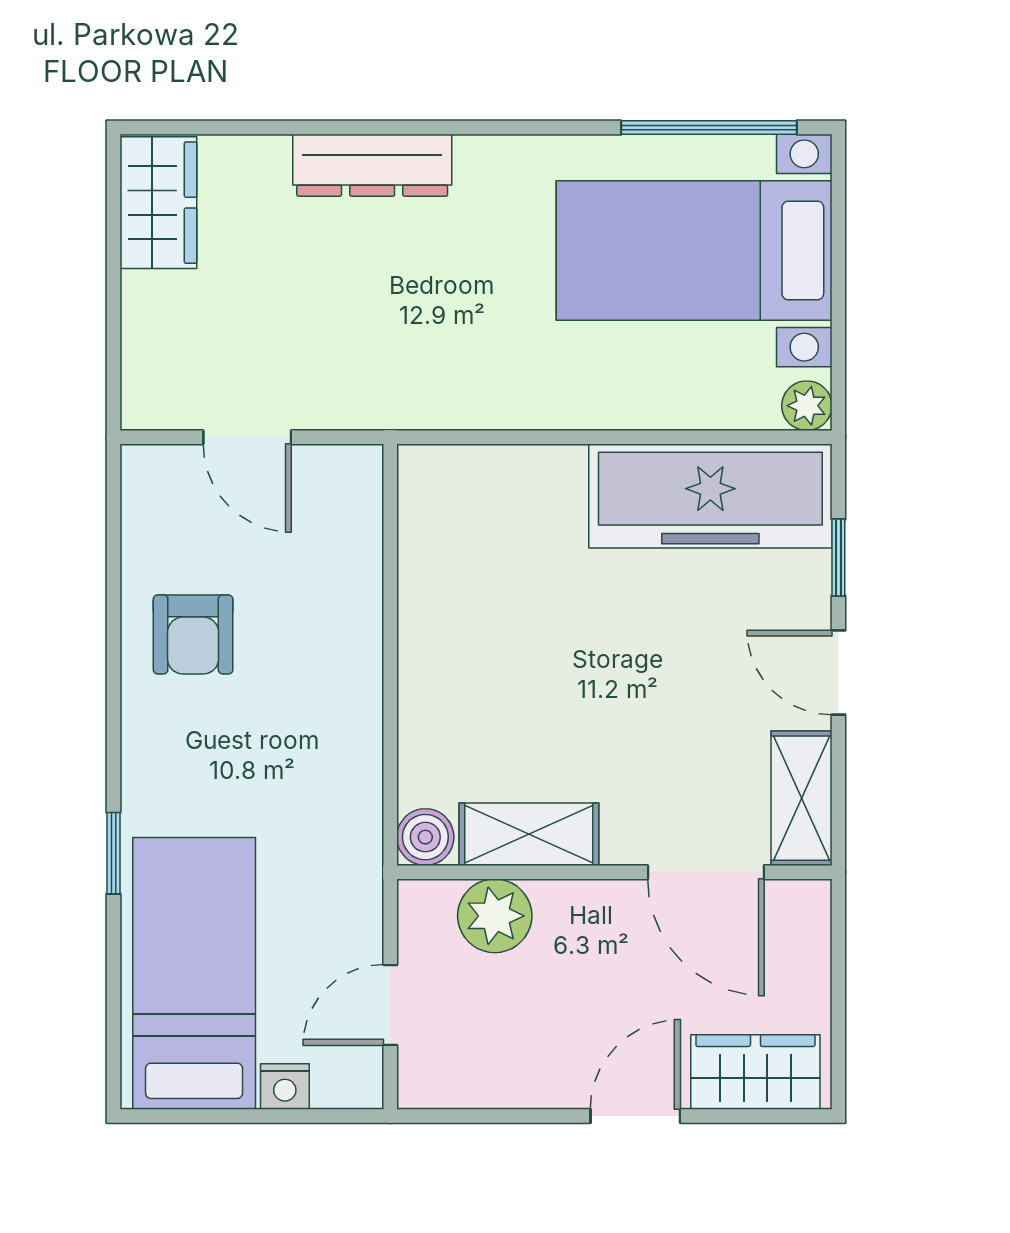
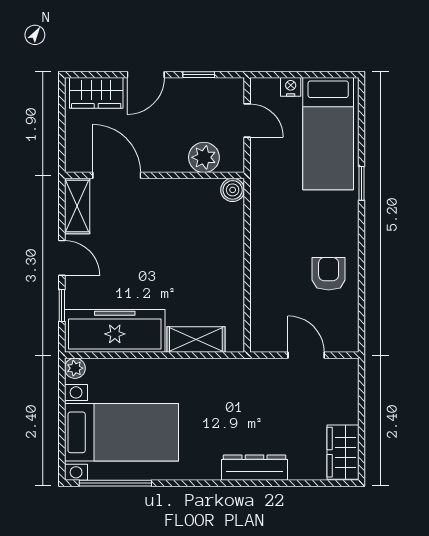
shelving: (529, 834) -> (196, 339), moved
door: (390, 1005) -> (247, 121), hinge flipped
window: (507, 1116) -> (199, 75), added

